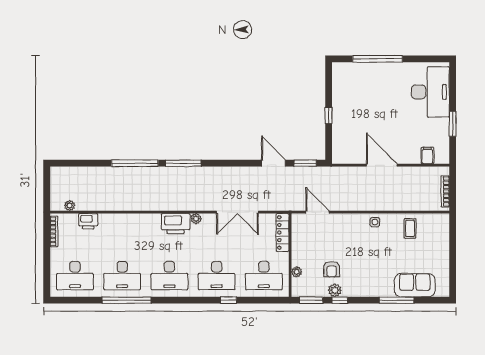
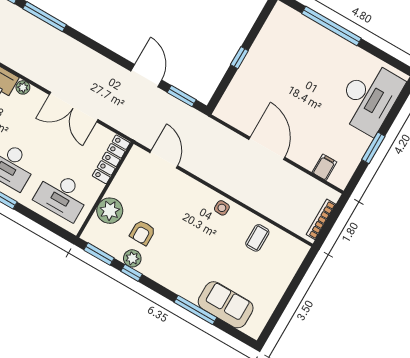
plant: (297, 272) -> (110, 211), width x1.88, depth x1.88

